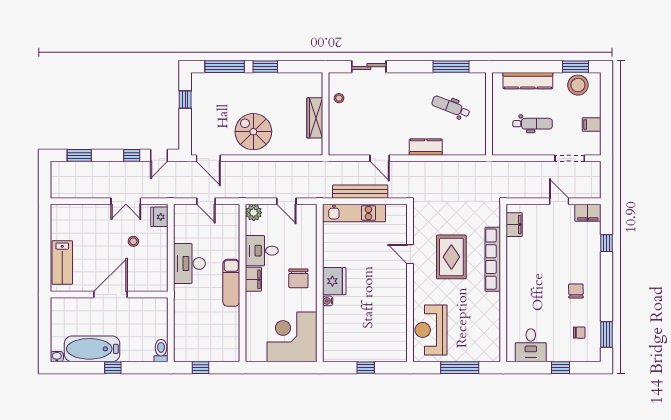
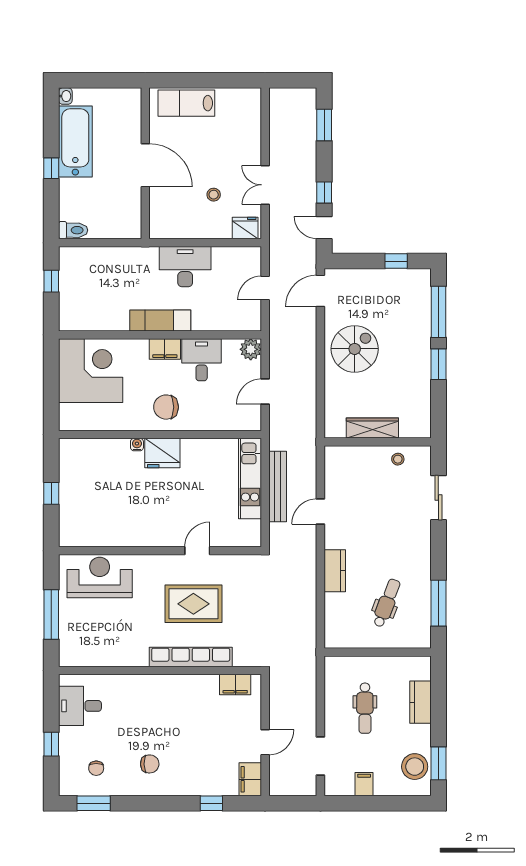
kitchen counter: (528, 81) -> (420, 702), width x0.67
corner desk: (292, 337) -> (91, 371), moved

